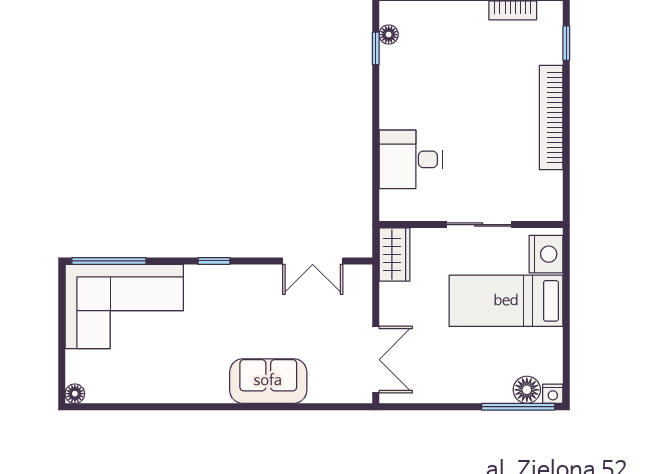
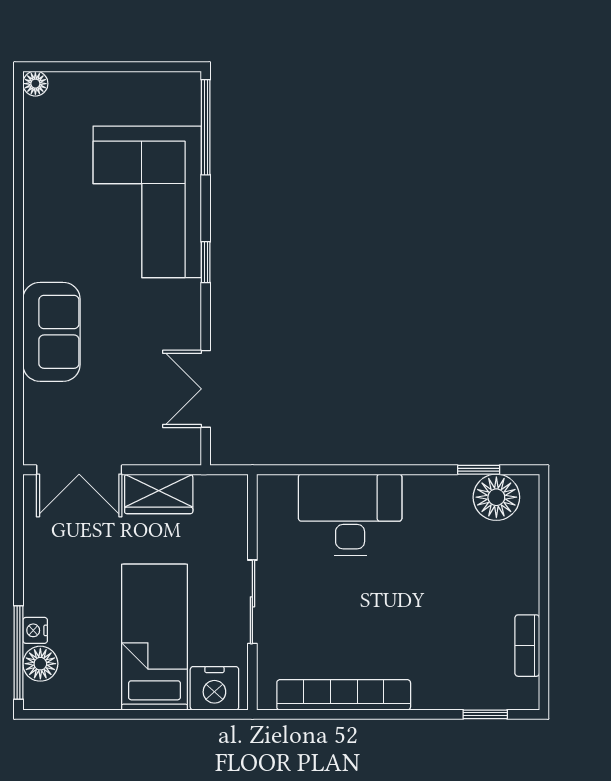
floor lamp: (389, 35) -> (496, 497), width x1.89, depth x1.89
bookcase: (551, 118) -> (344, 695), moved
desk: (411, 159) -> (350, 515), width x1.37
wardrobe: (394, 254) -> (159, 494), moved
corner sofa: (124, 307) -> (147, 202), moved
nightstand: (553, 394) -> (35, 630), moved

